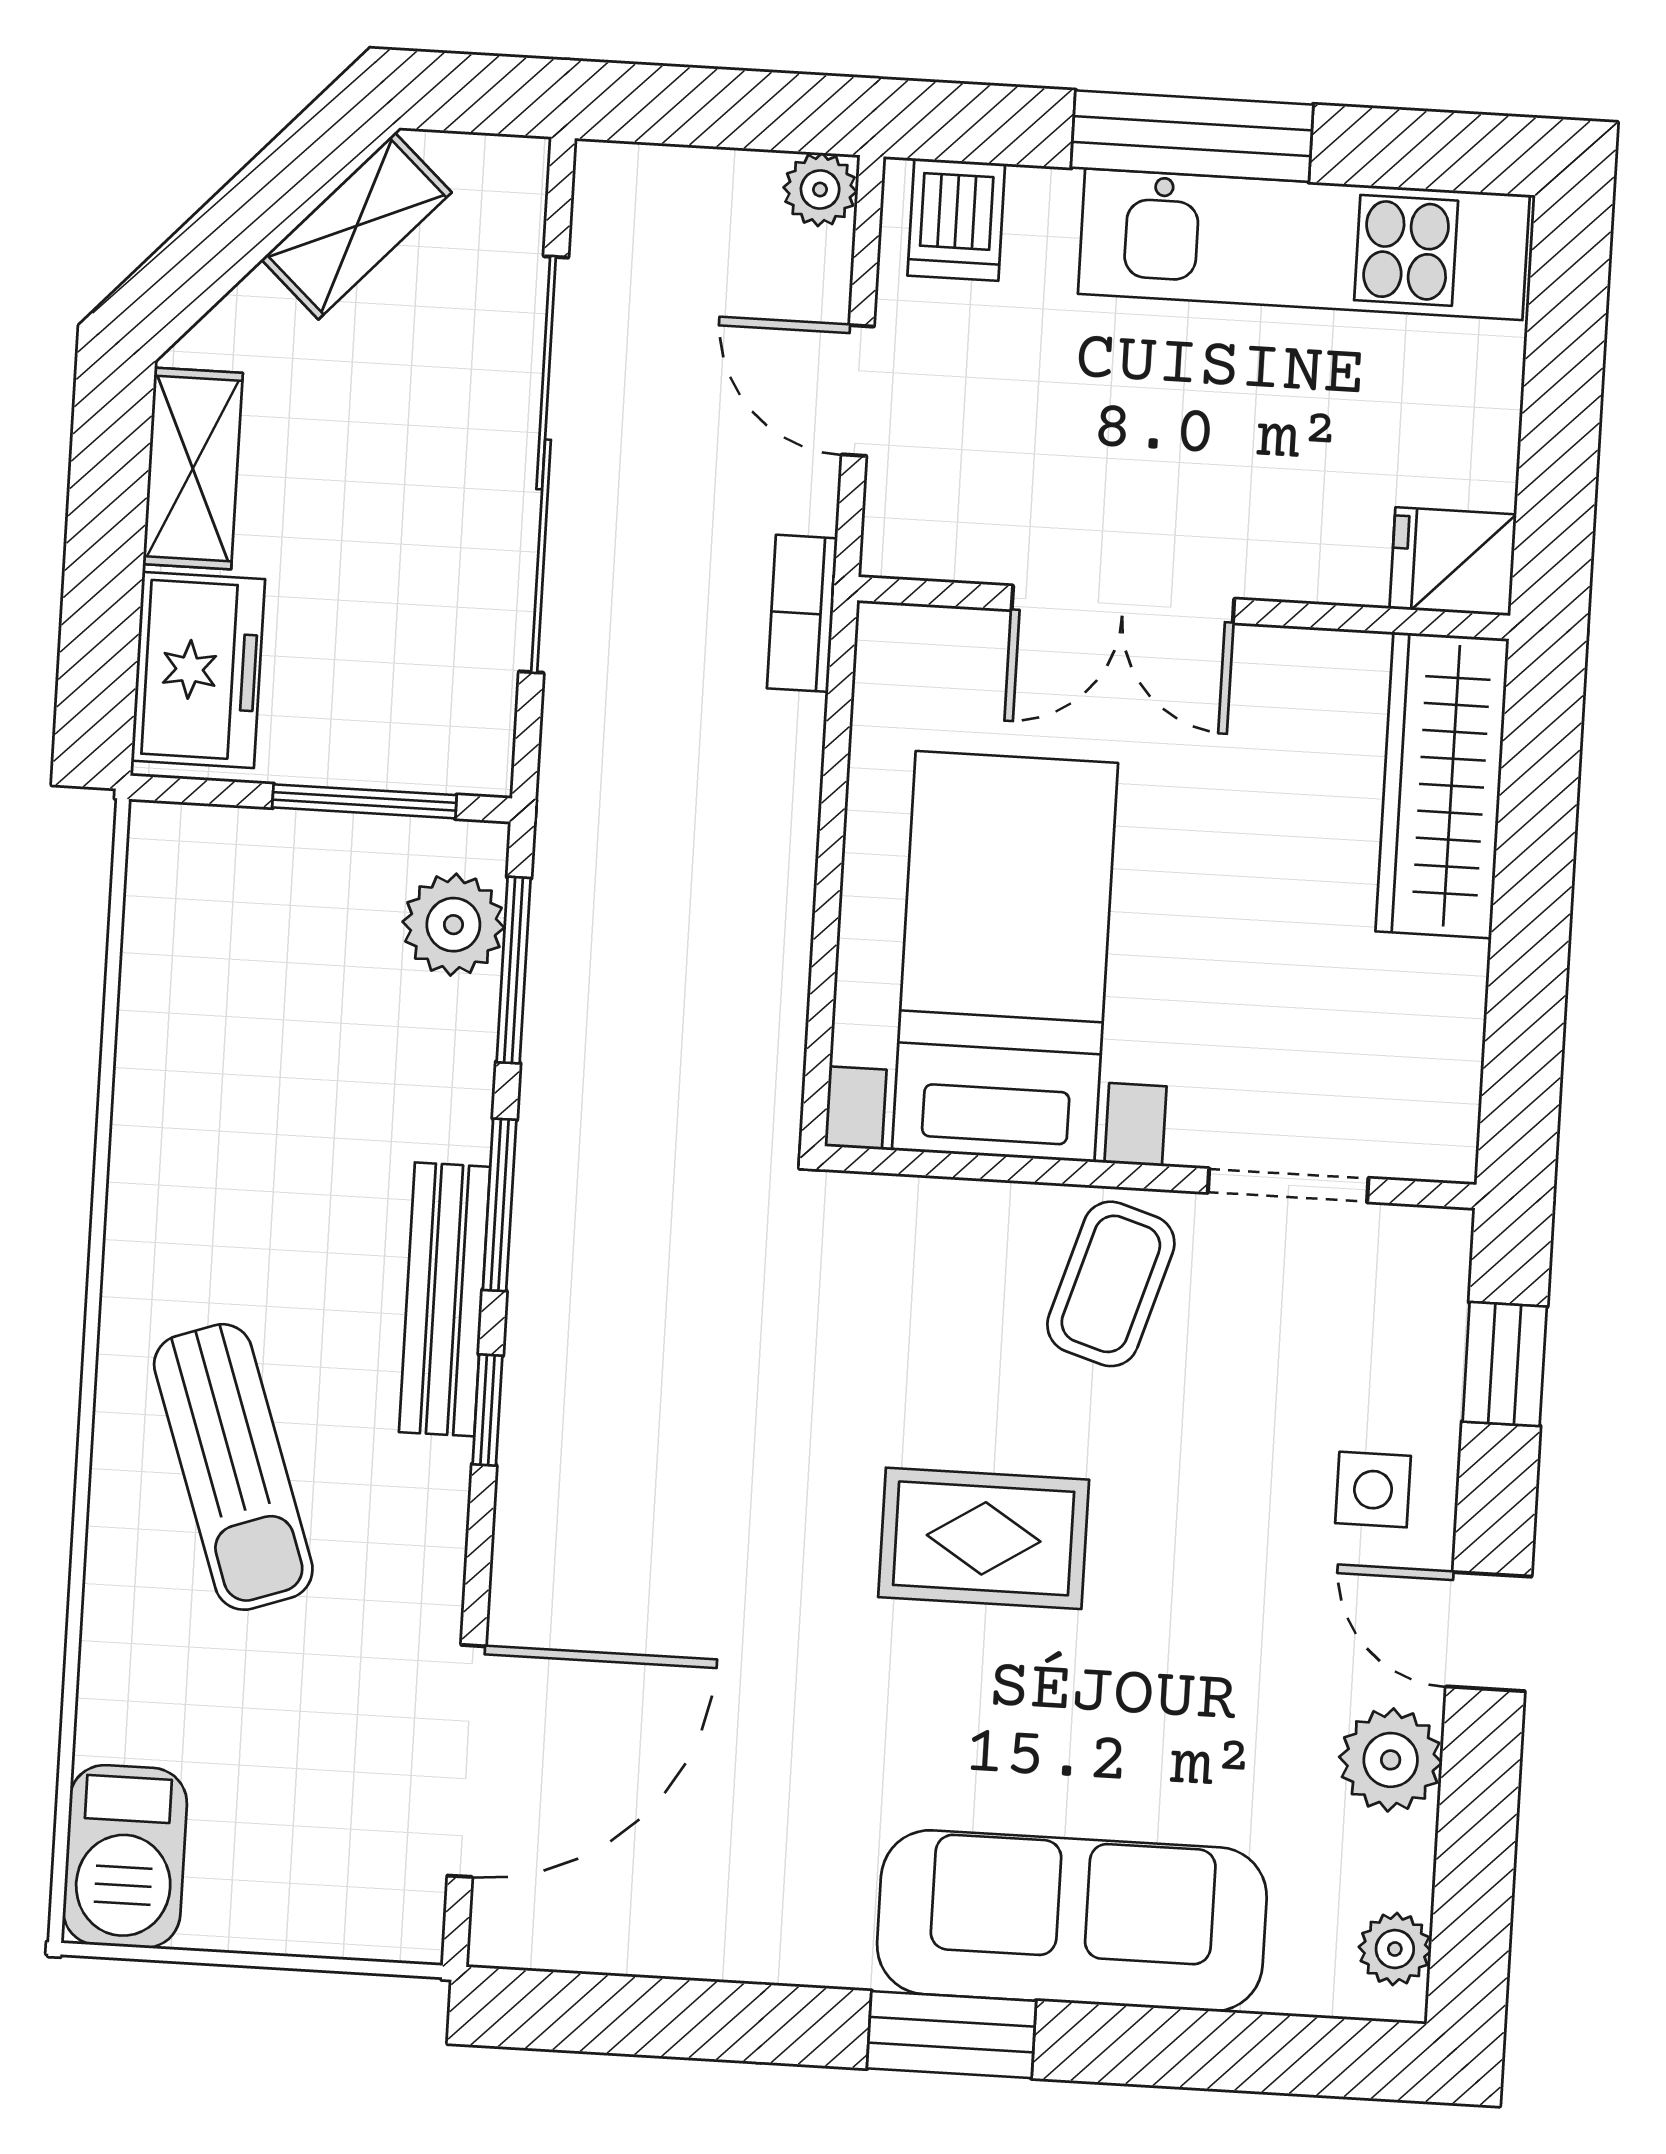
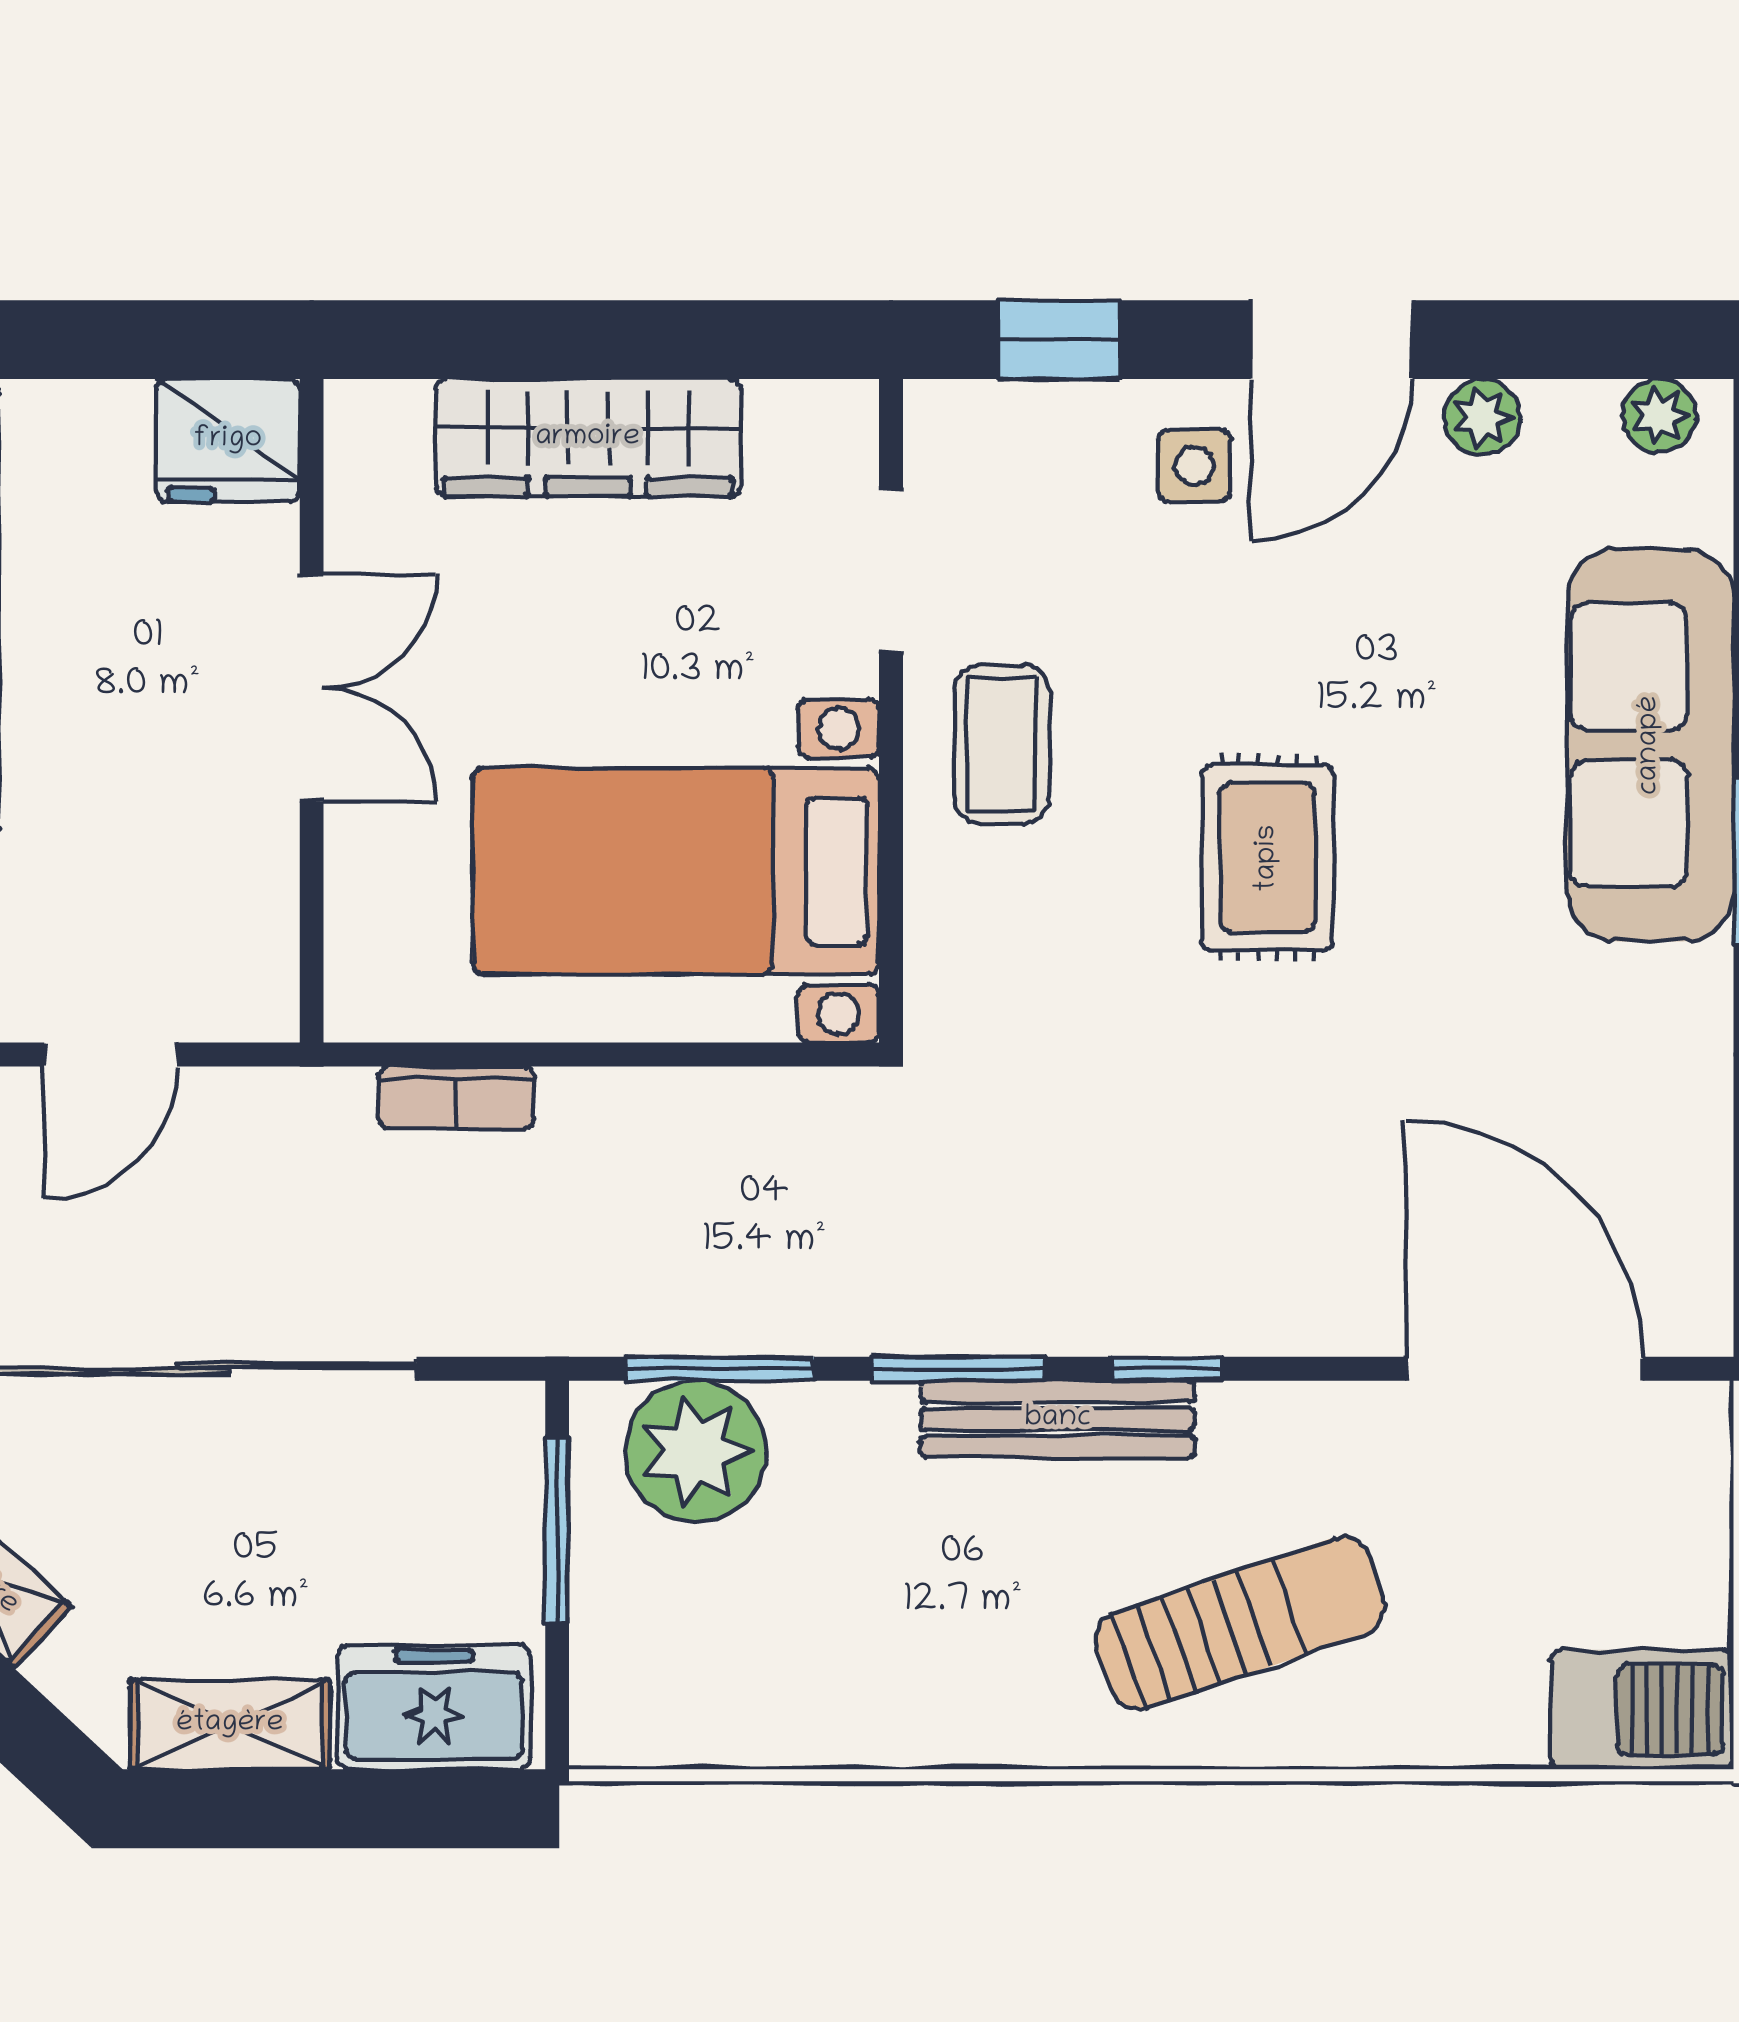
fridge: (1453, 561) -> (228, 440), width x1.38
double door: (1123, 604) -> (312, 688), moved
bookcase: (802, 613) -> (456, 1098), moved
wardrobe: (1442, 785) -> (588, 438), moved
plant: (453, 925) -> (696, 1451), width x1.36, depth x1.36
coffee table: (1111, 1284) -> (1002, 744), turned 73
door: (1489, 1632) -> (1332, 340), width x1.38
plant: (1391, 1760) -> (1482, 417), width x0.73, depth x0.73

